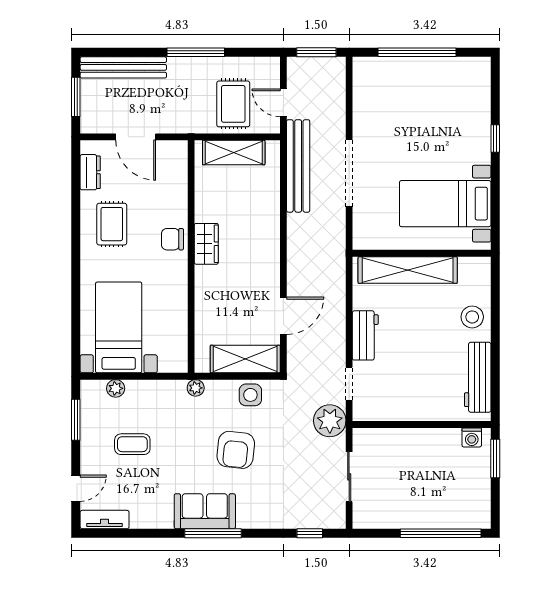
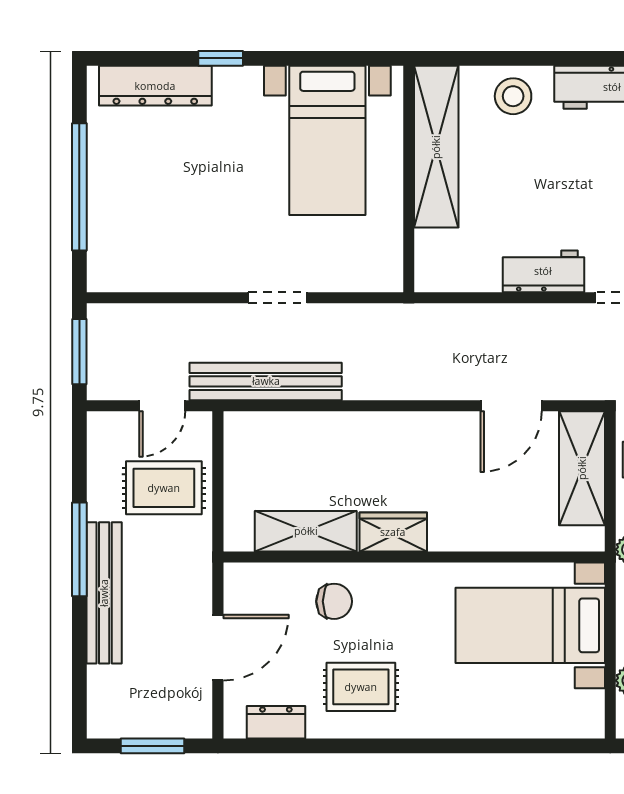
bench: (123, 67) -> (104, 593), moved
dresser: (479, 99) -> (155, 86), added
shelving: (234, 153) -> (306, 531), moved, turned 90
doorway: (349, 173) -> (278, 298), width x0.53
chair: (172, 239) -> (334, 601), moved, turned -90
shelving: (408, 270) -> (436, 147), moved
door: (283, 316) -> (511, 406), swing flipped
bed with nightstands: (119, 327) -> (530, 625), moved

